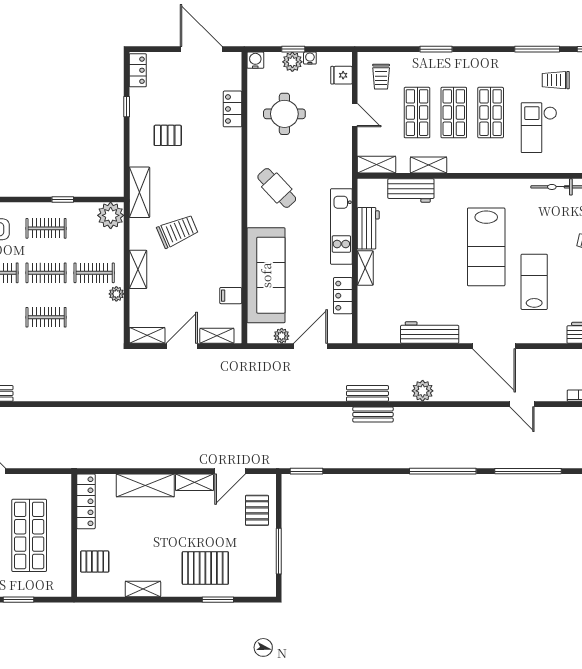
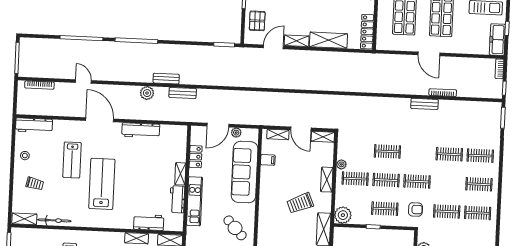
door: (182, 346) -> (301, 129), hinge flipped
bench: (373, 414) -> (166, 79), moved

